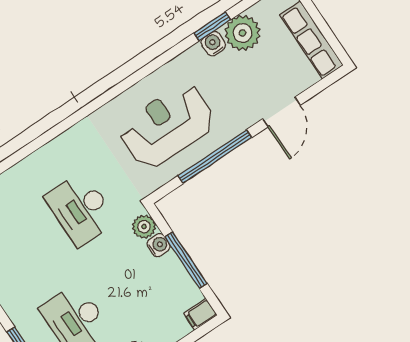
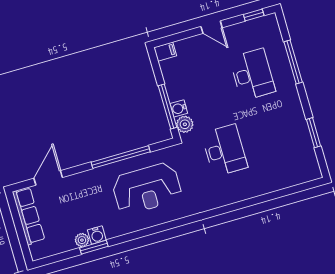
plant: (243, 33) -> (82, 240), width x0.53, depth x0.53
door: (281, 112) -> (48, 178), moved
window: (186, 260) -> (167, 107), moved

